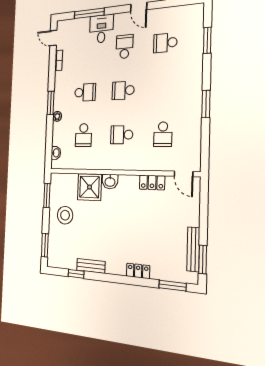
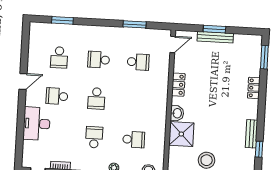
window: (89, 13) -> (20, 132), removed
desk: (101, 29) -> (37, 124), width x1.37
window: (206, 104) -> (135, 24), moved
school desk: (122, 135) -> (99, 60), moved, turned 90
locker: (152, 183) -> (178, 85), moved
bench: (193, 249) -> (215, 37), moved
window: (203, 259) -> (214, 29), moved

